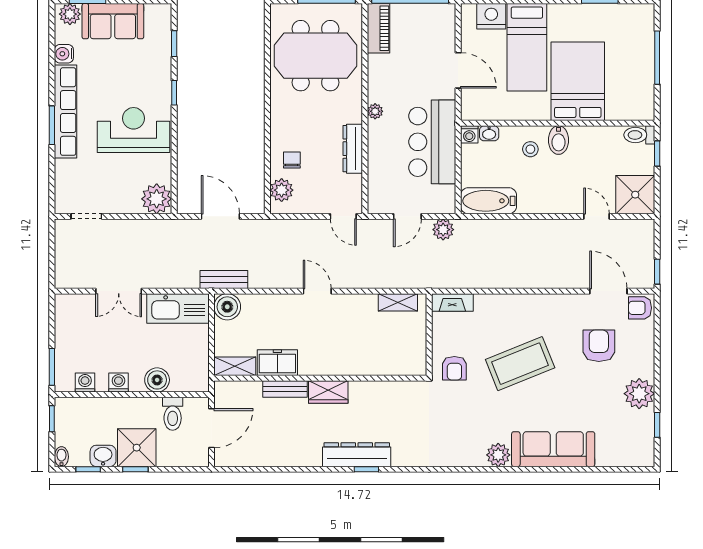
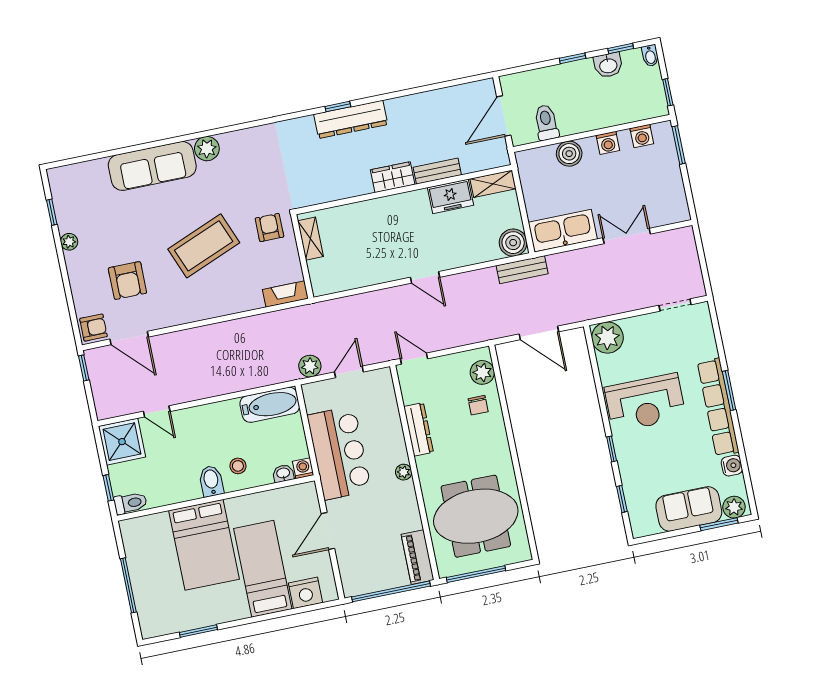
door: (458, 70) -> (328, 531), hinge flipped
shelving: (398, 302) -> (311, 239), moved, turned 90
plant: (639, 394) -> (69, 242), width x0.53, depth x0.53
shower: (137, 448) -> (576, 81), removed

